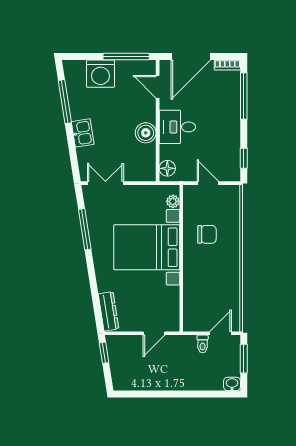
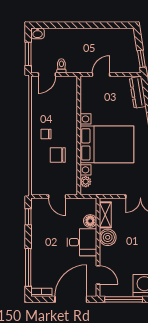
shelving: (149, 160) -> (105, 215), added
floor lamp: (167, 168) -> (90, 221), moved
chair: (222, 260) -> (46, 134), added

